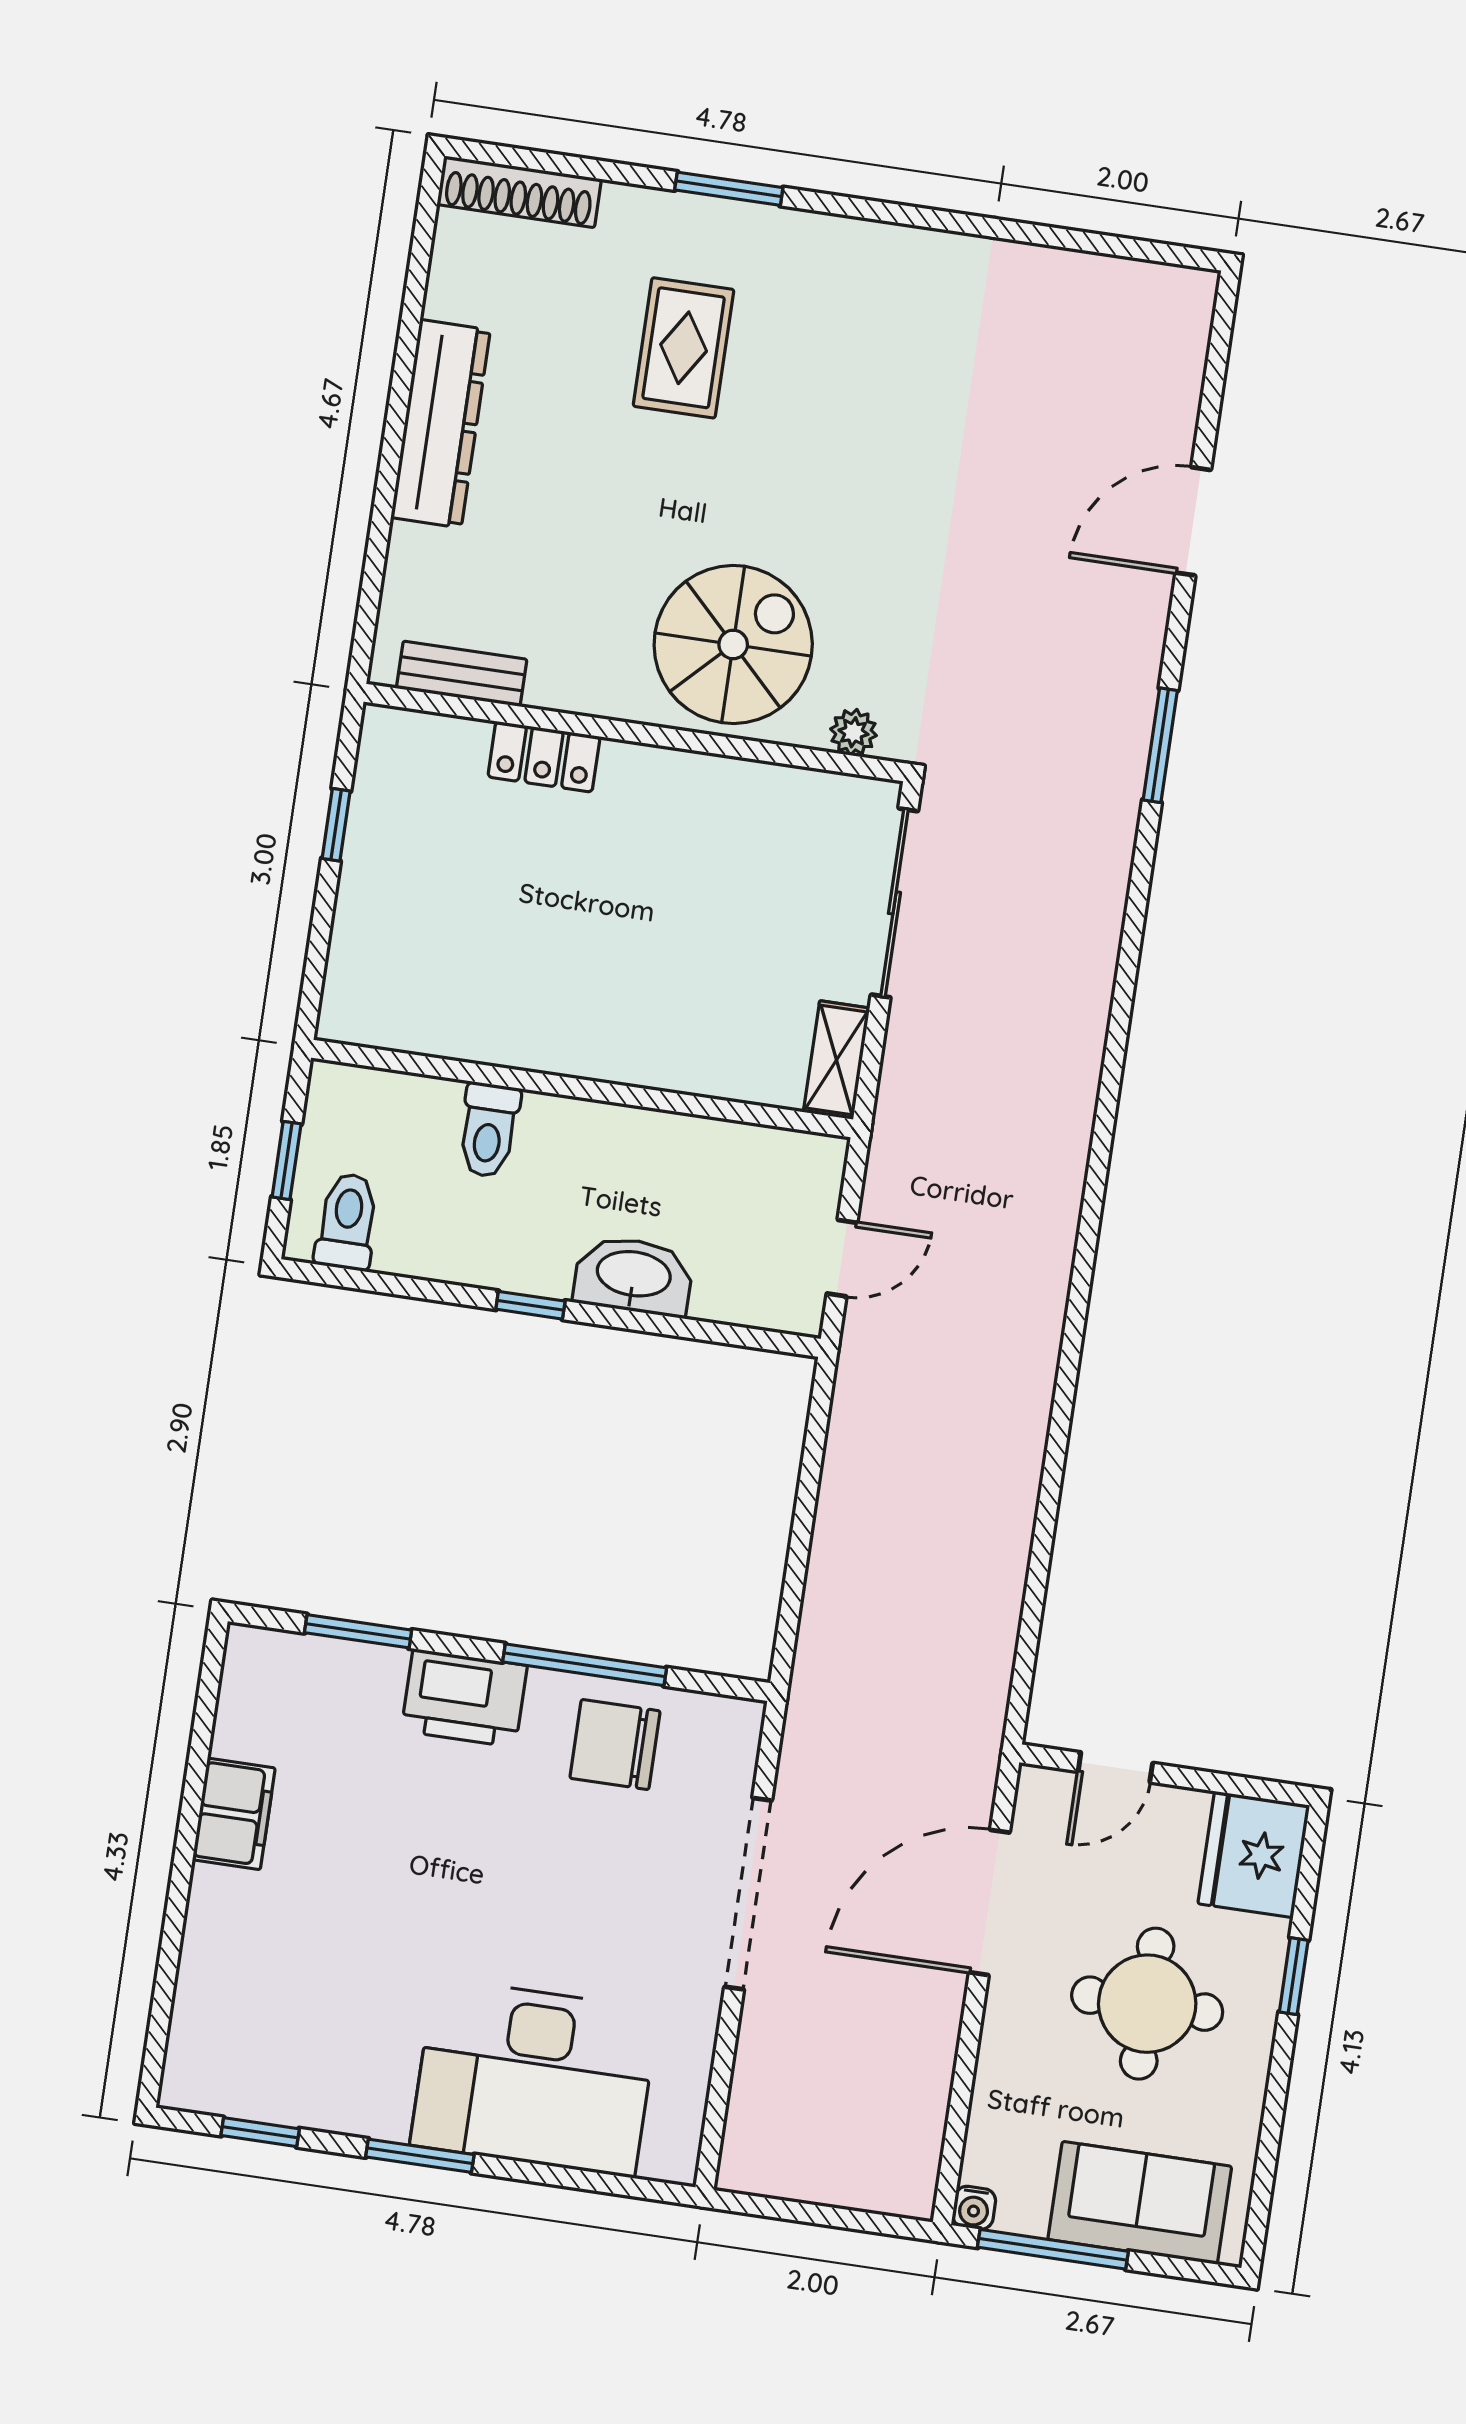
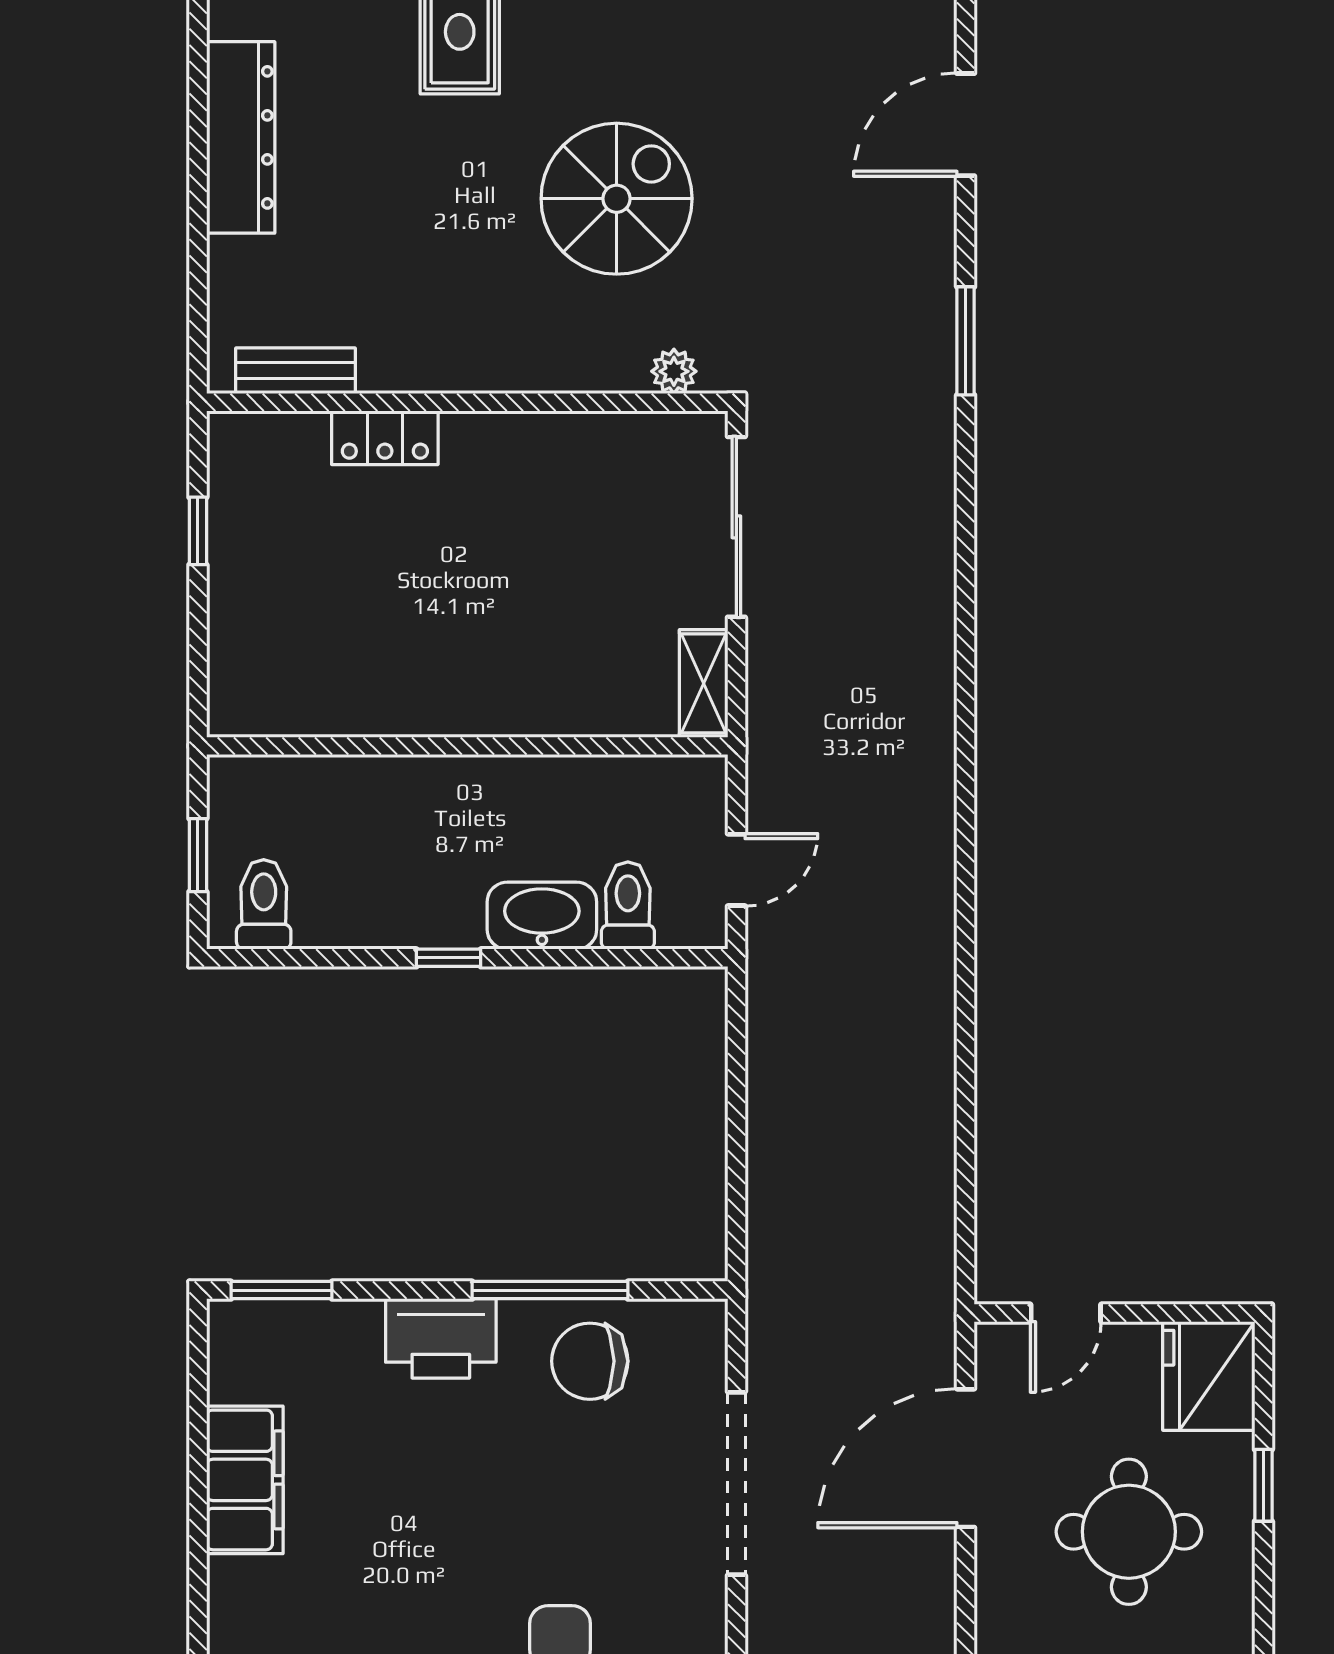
spiral stairs: (733, 644) -> (617, 199), moved
toilet: (489, 1130) -> (628, 906), moved, turned 180
window: (358, 1631) -> (282, 1290), moved
filing cabinet: (234, 1814) -> (245, 1480), width x1.50, depth x1.17

